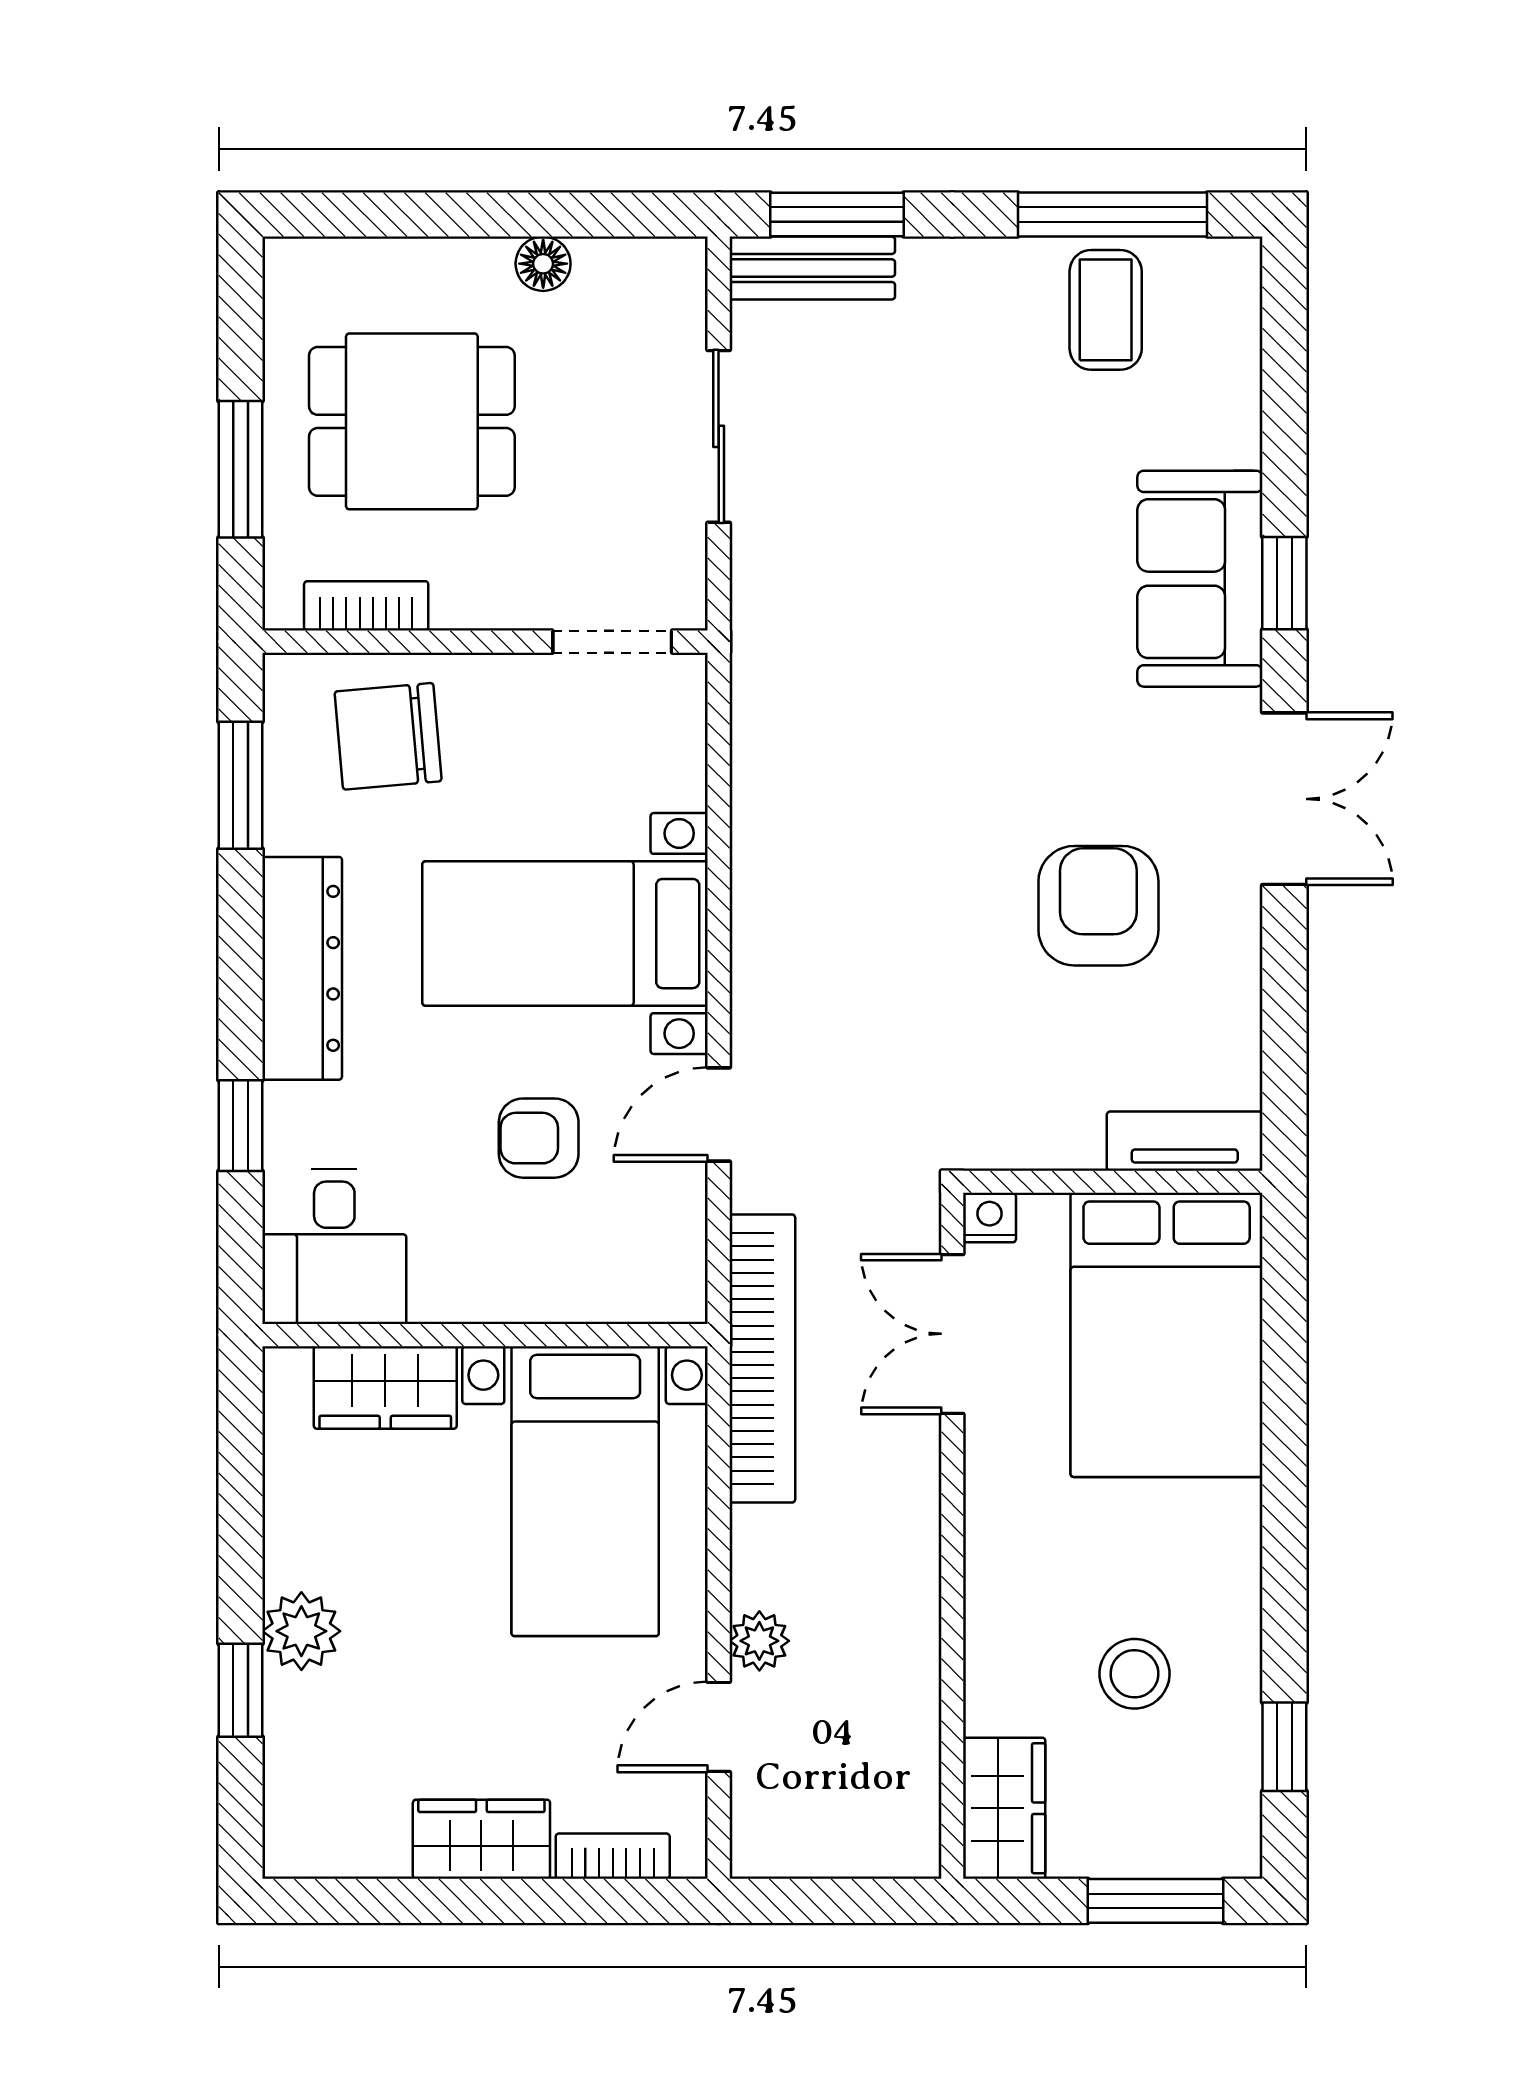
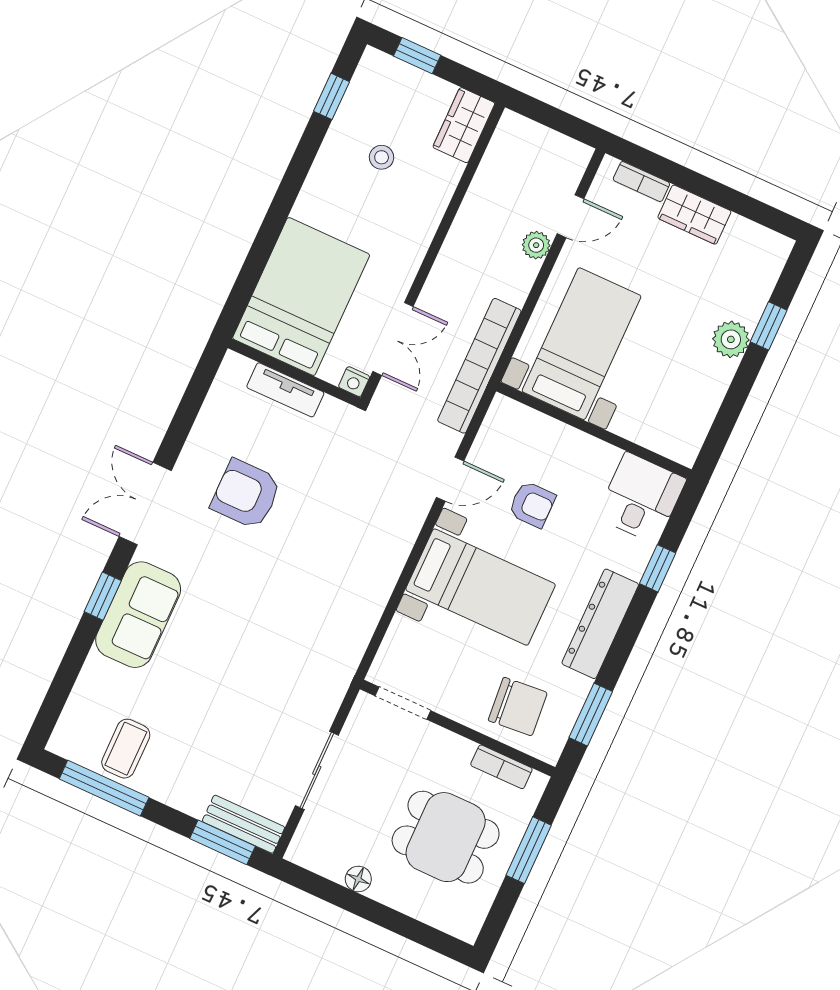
armchair: (1098, 906) -> (246, 494), turned 90
tv unit: (1185, 1141) -> (285, 390), moved
wardrobe: (385, 1387) -> (647, 427), removed
stool: (1134, 1674) -> (382, 157), width x0.73, depth x0.73
window: (1156, 1901) -> (417, 56), width x0.67

